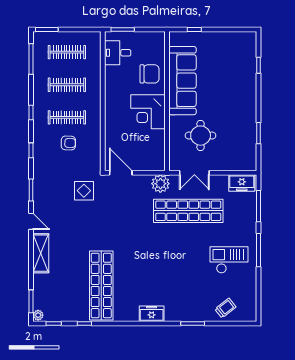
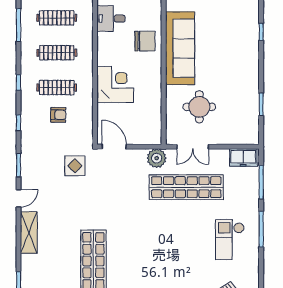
corner desk: (148, 112) -> (115, 84), moved, turned 180
door: (31, 221) -> (19, 198), hinge flipped
checkout: (229, 260) -> (230, 240), turned -90

